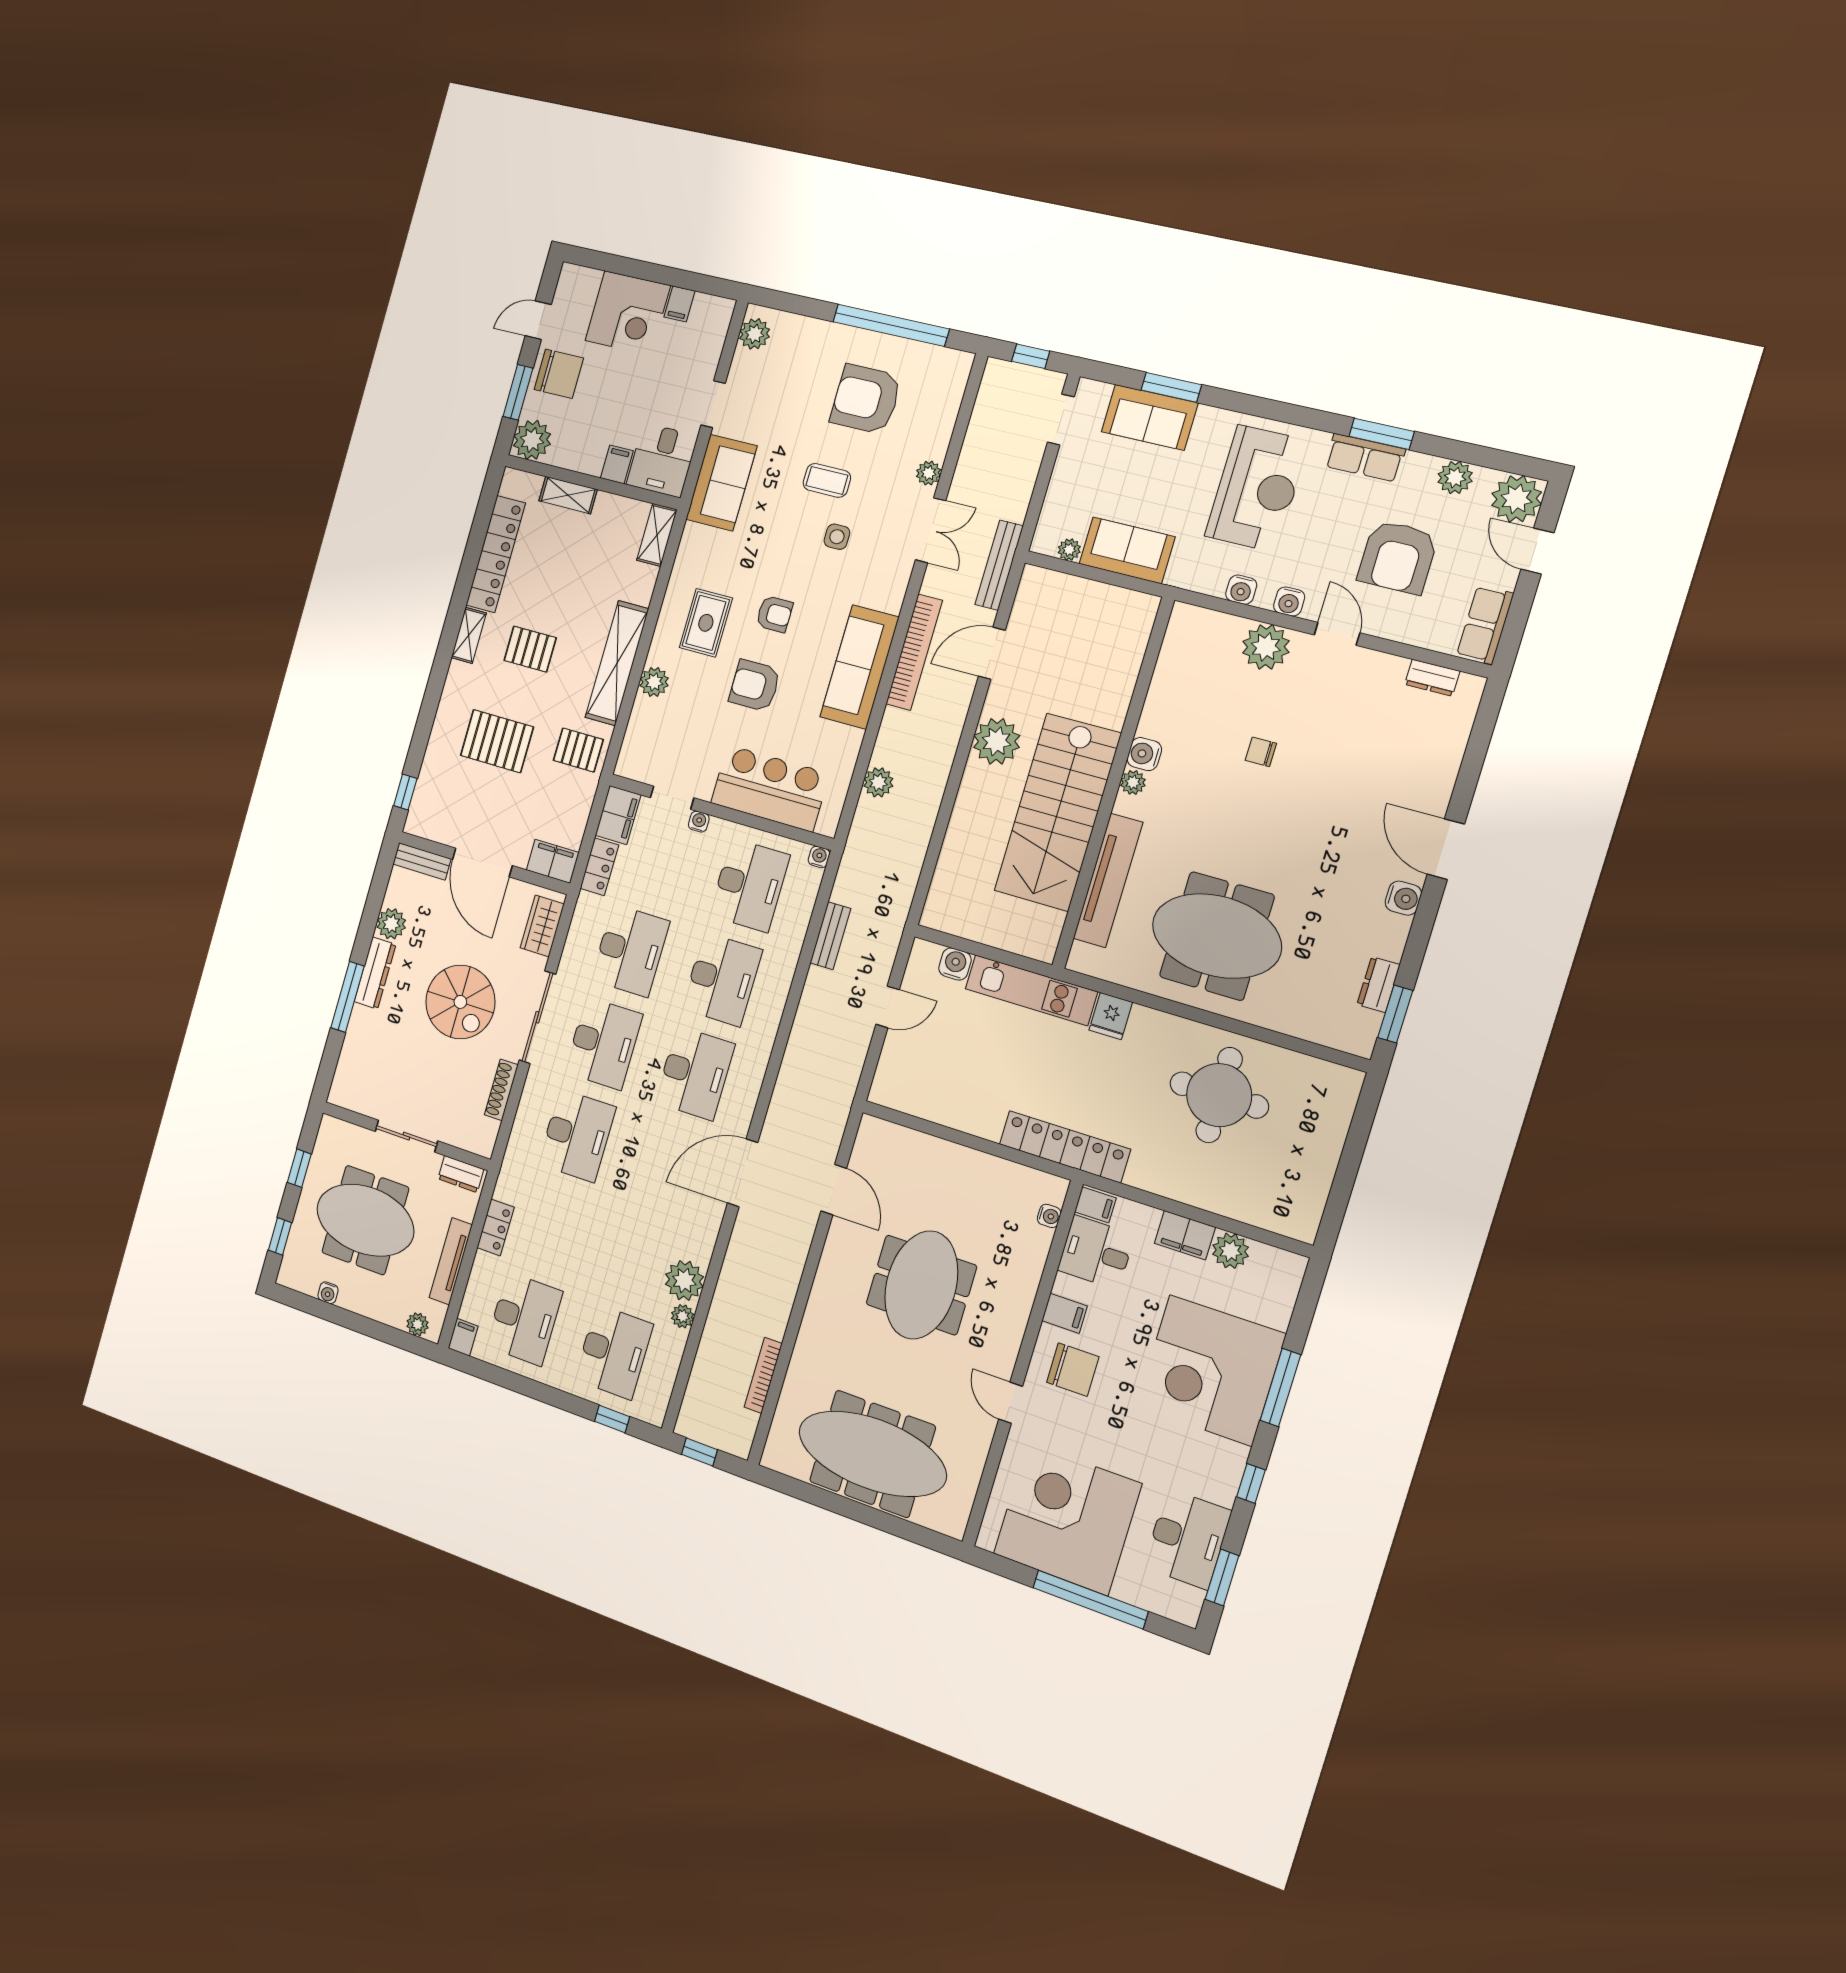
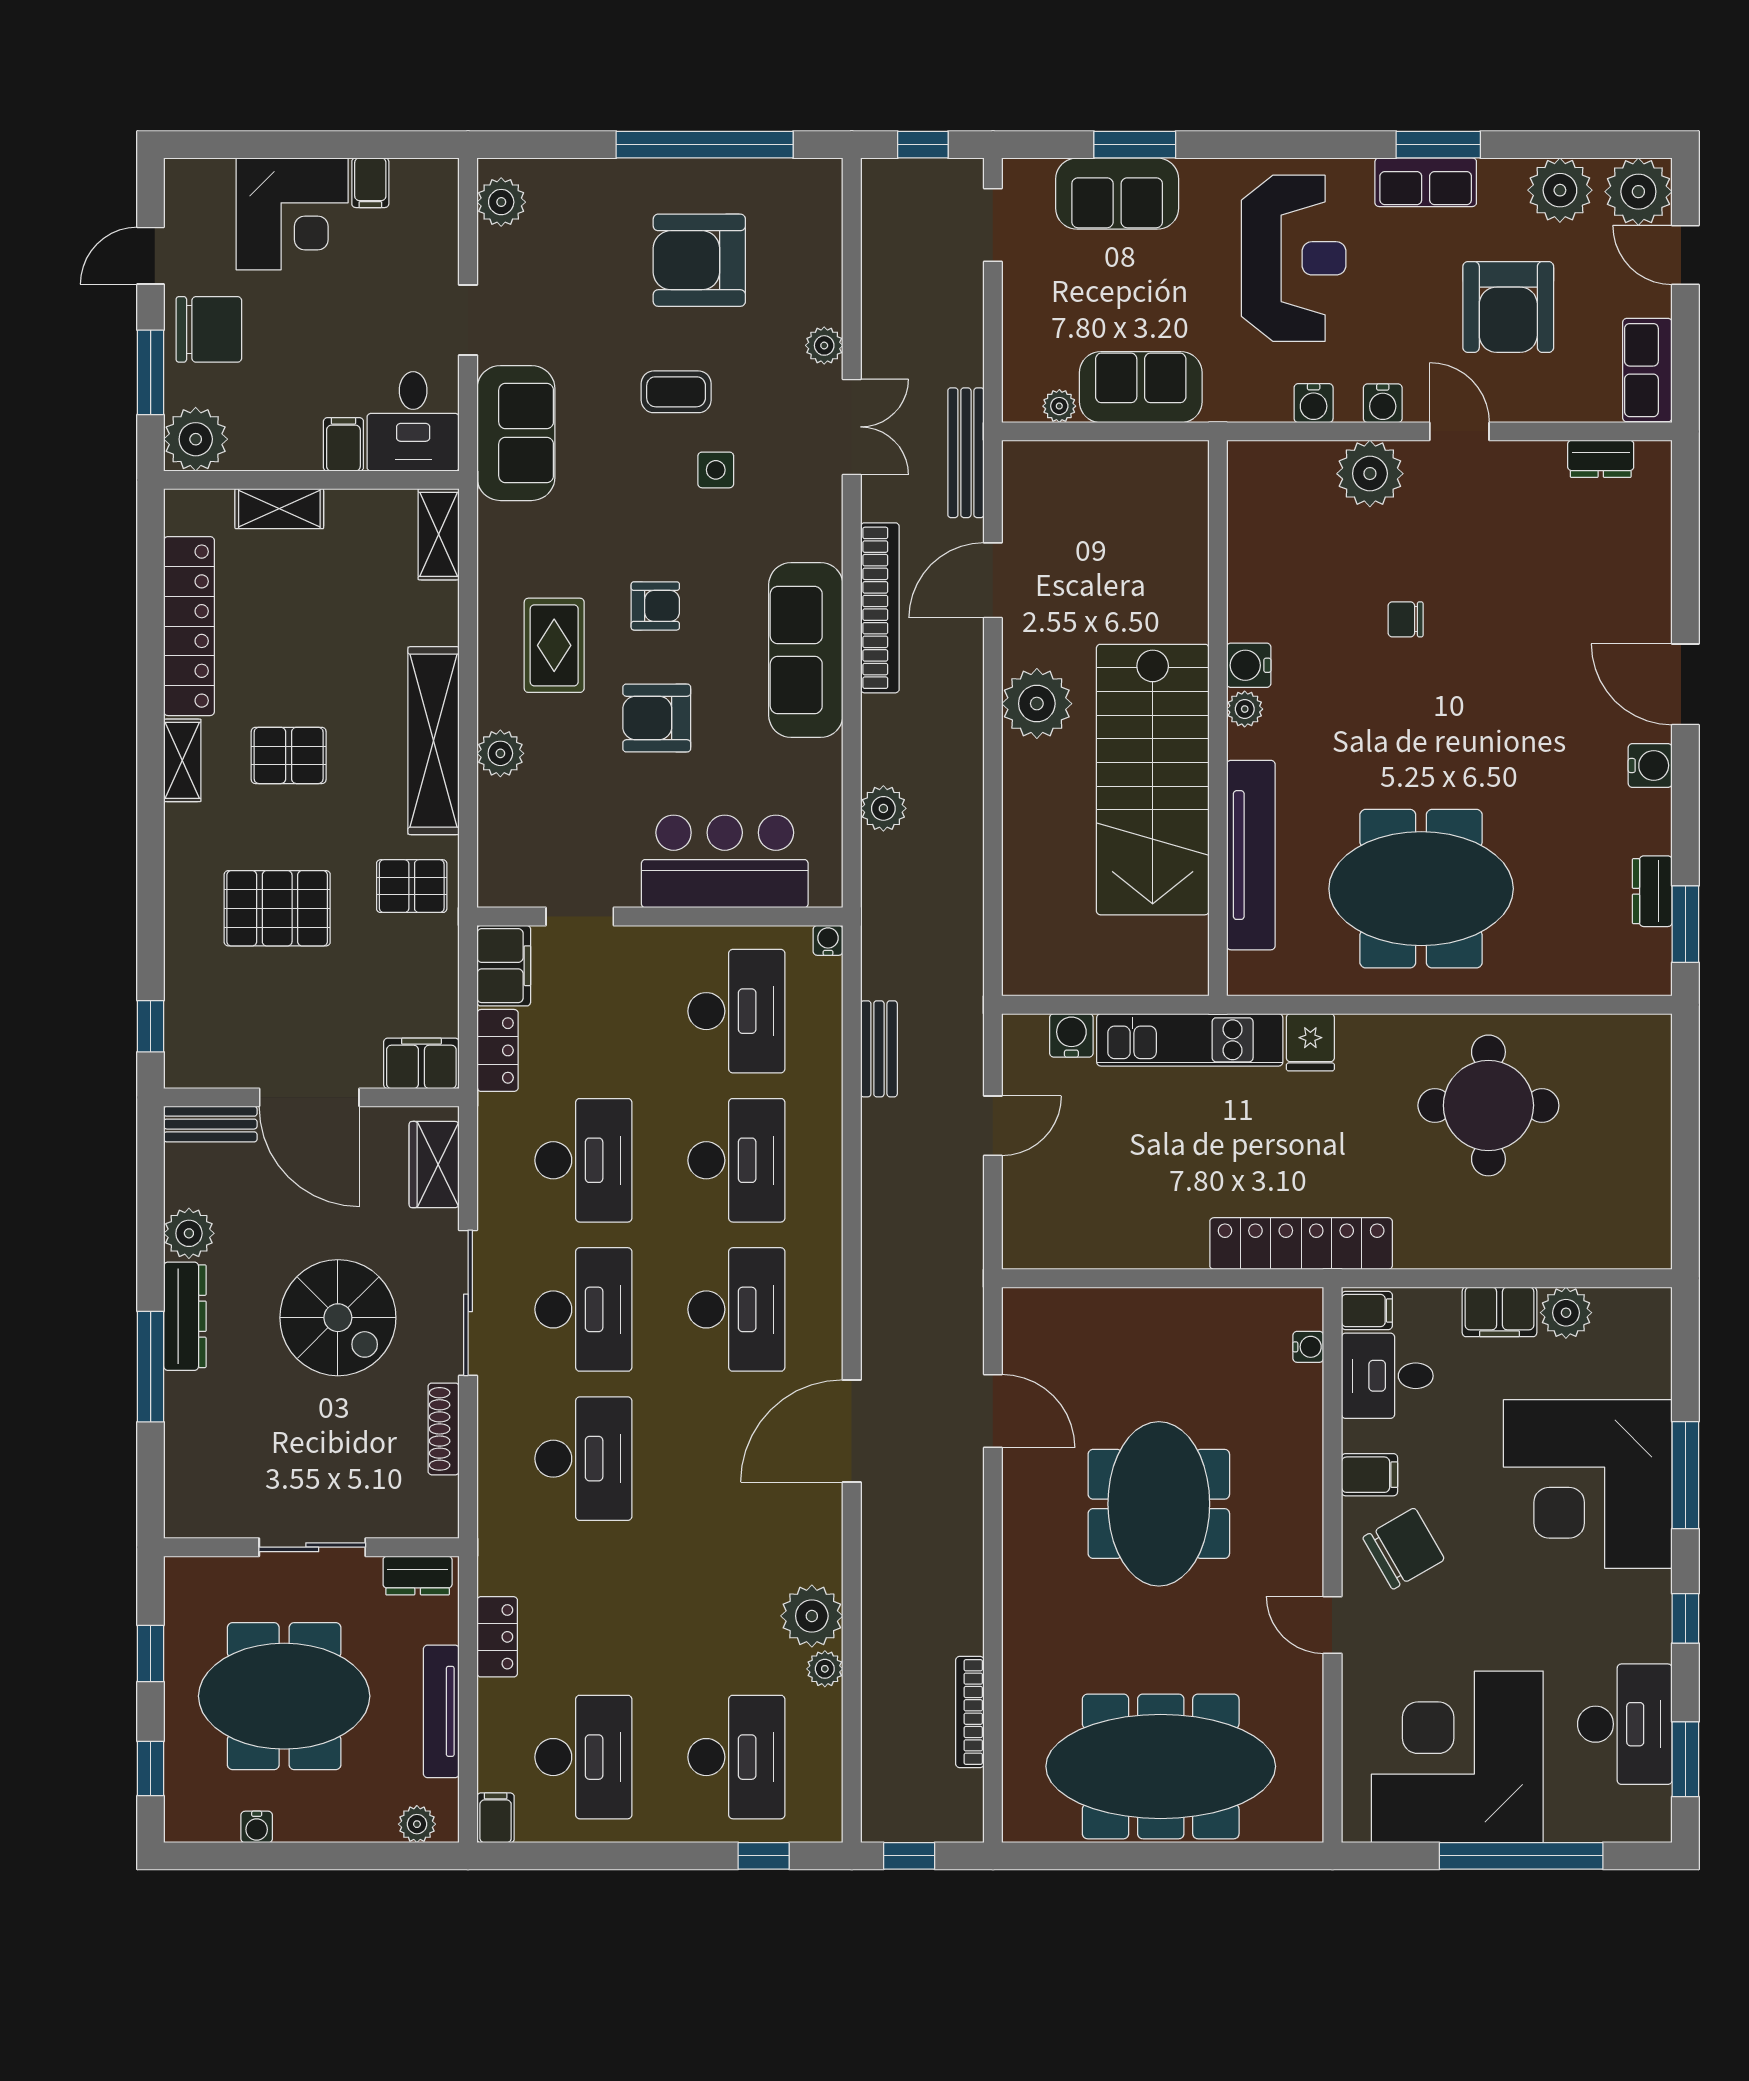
plant: (1455, 478) -> (1560, 190), width x1.36, depth x1.36
water cooler: (699, 822) -> (631, 940), removed
chair: (1073, 1370) -> (1404, 1549), turned -30

